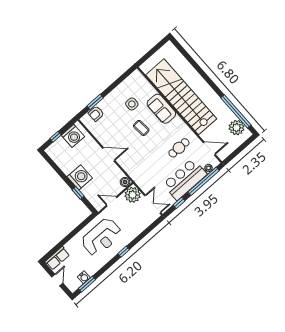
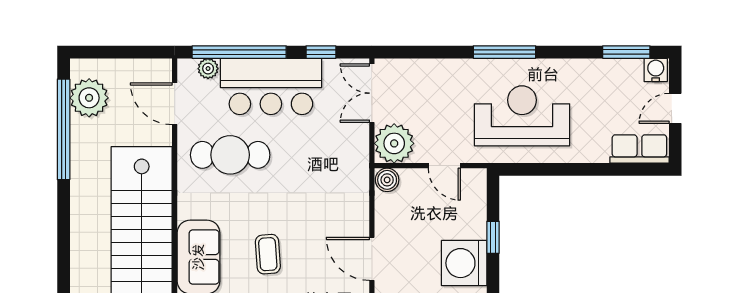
cafe table: (179, 148) -> (230, 155), width x1.37, depth x1.35
window: (124, 252) -> (505, 52), width x2.17
water cooler: (84, 277) -> (656, 70), moved

